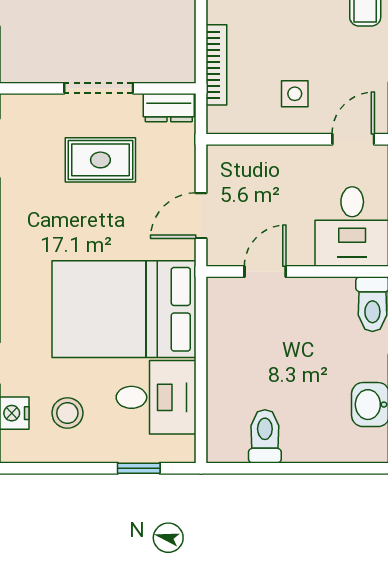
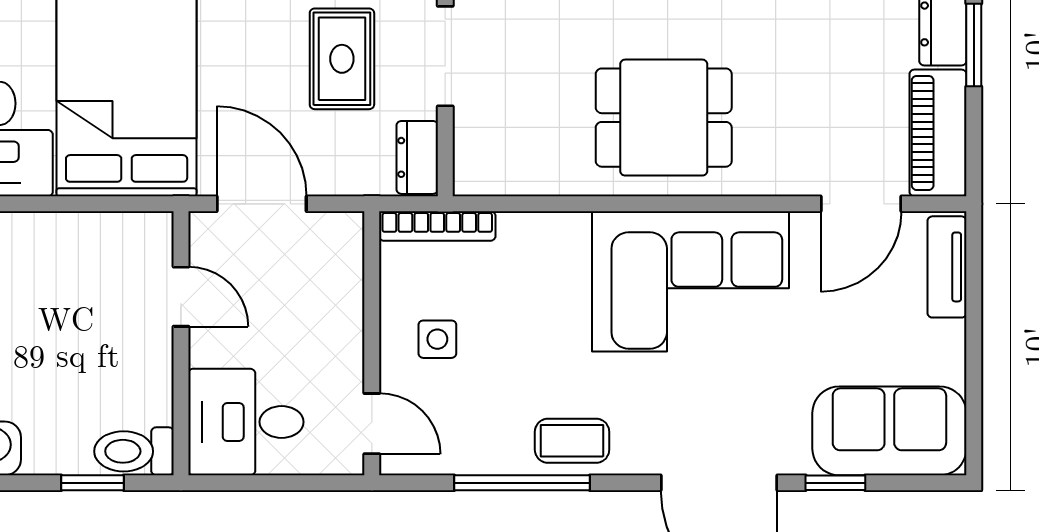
bookcase: (216, 65) -> (437, 226), moved
door: (201, 216) -> (262, 204), width x1.38

